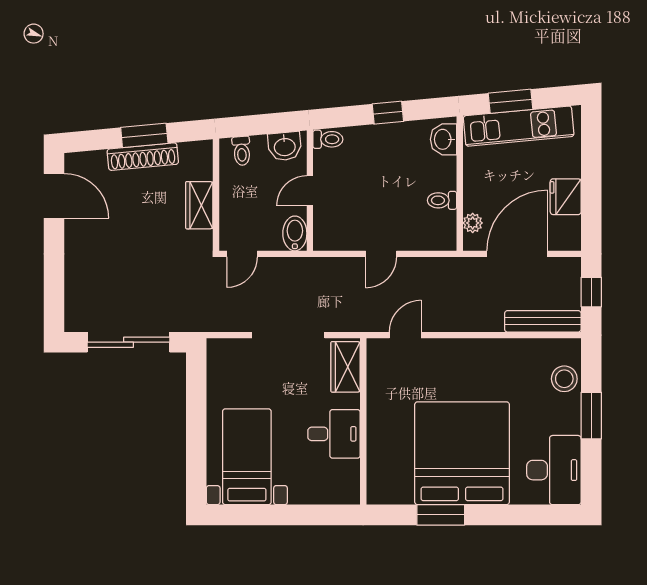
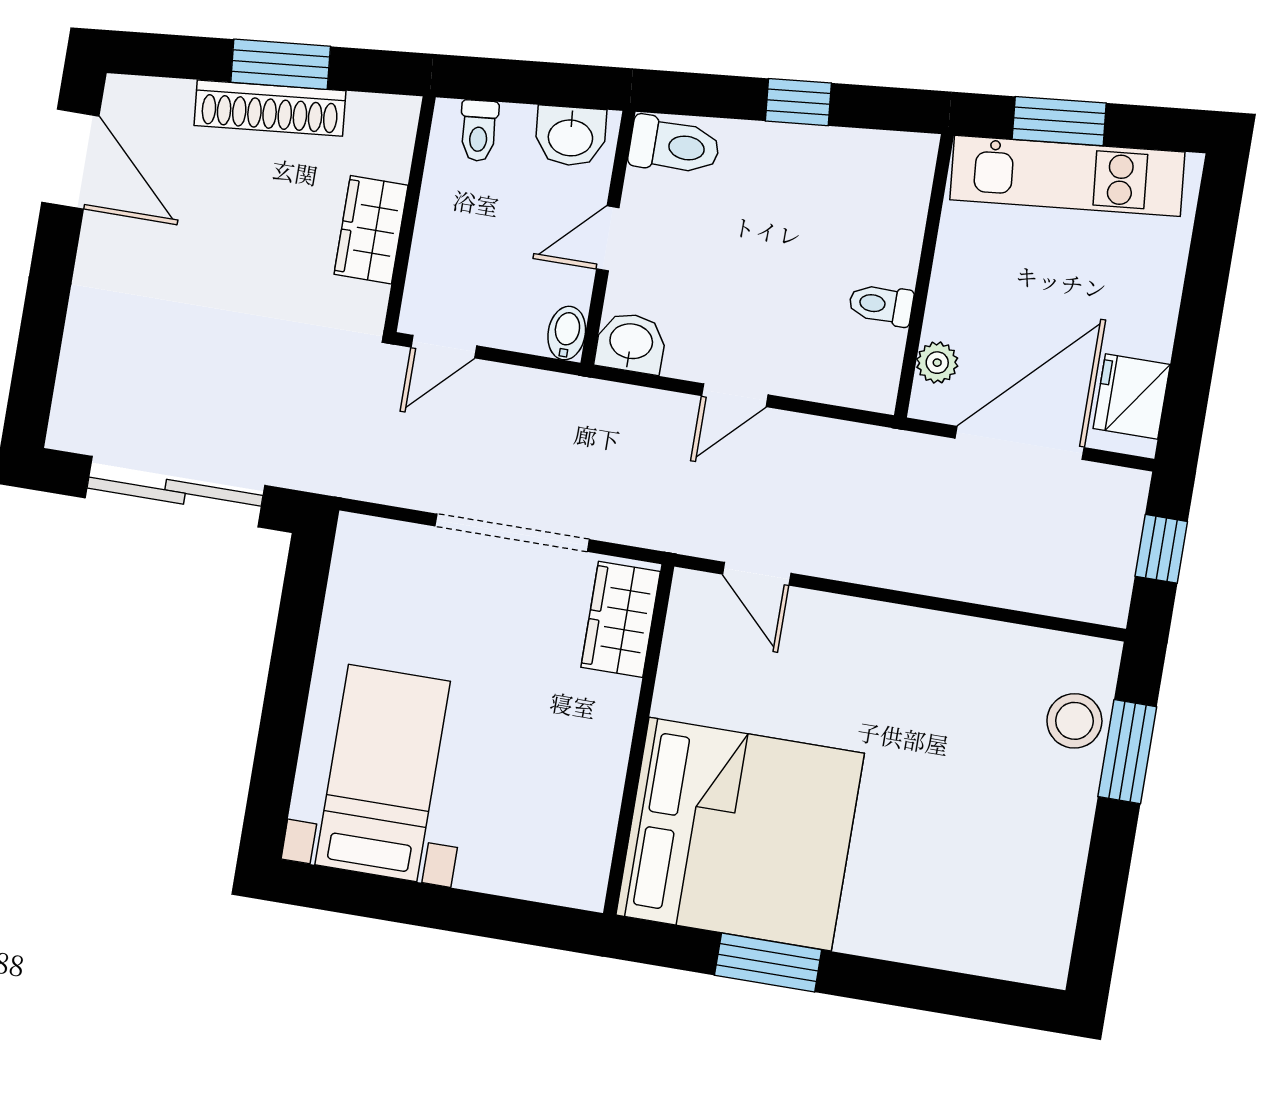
toilet: (328, 139) -> (674, 146), width x1.37, depth x1.39
washbasin: (443, 139) -> (631, 343), moved, turned 90
fridge: (566, 197) -> (1132, 397), moved
bidet: (295, 233) -> (567, 333), width x0.72, depth x0.74
bench: (543, 321) -> (1050, 593), removed
door: (405, 335) -> (757, 574), swing flipped
window: (591, 416) -> (1127, 752), moved
desk: (334, 434) -> (573, 756), removed
bed: (462, 453) -> (740, 834), moved, turned 90
desk: (554, 470) -> (1021, 908), removed

